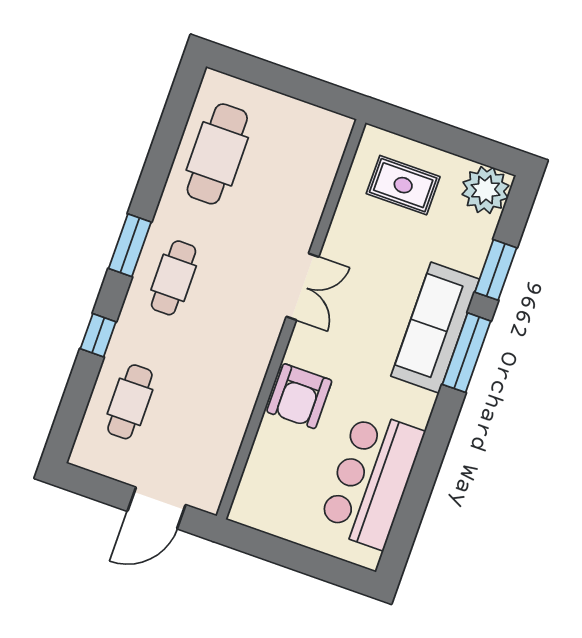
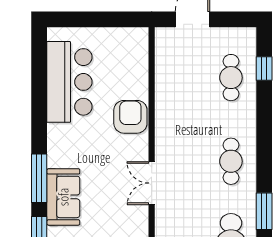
window: (130, 245) -> (264, 211), moved
sofa: (435, 328) -> (63, 197), width x0.73
window: (98, 335) -> (264, 68), moved

